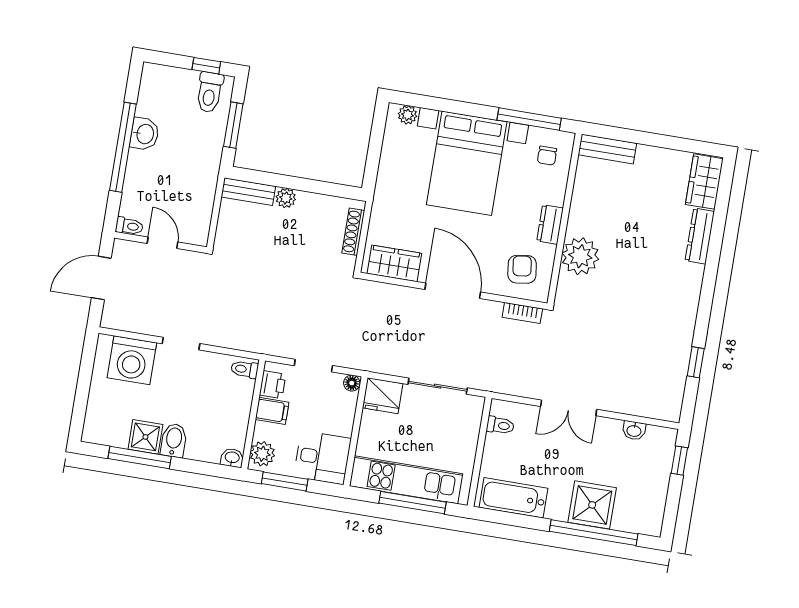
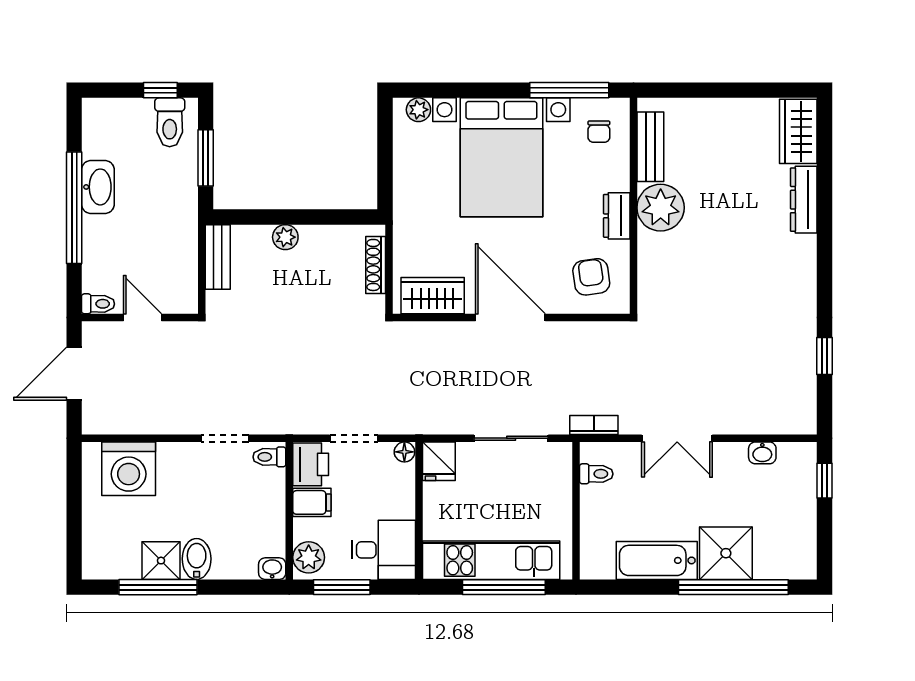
washbasin: (144, 134) -> (98, 187), width x1.38
bench: (607, 149) -> (650, 147), moved, turned 90
bench: (248, 192) -> (218, 257), moved, turned 90
plant: (580, 256) -> (661, 208), moved
bookcase: (522, 313) -> (594, 425), moved, turned 180
doorway: (181, 344) -> (225, 438), moved
printer: (273, 385) -> (311, 464), width x1.36, depth x1.24
fridge: (383, 396) -> (439, 461), width x0.72
bathtub: (513, 498) -> (657, 560), moved

